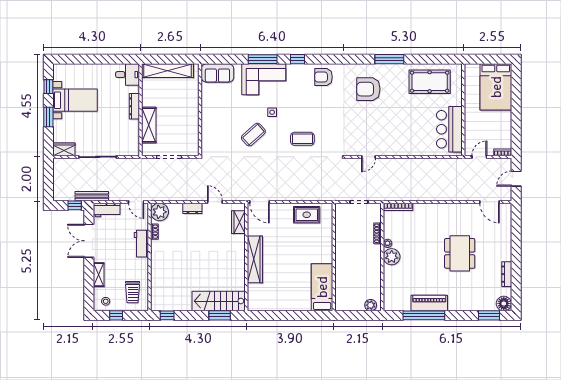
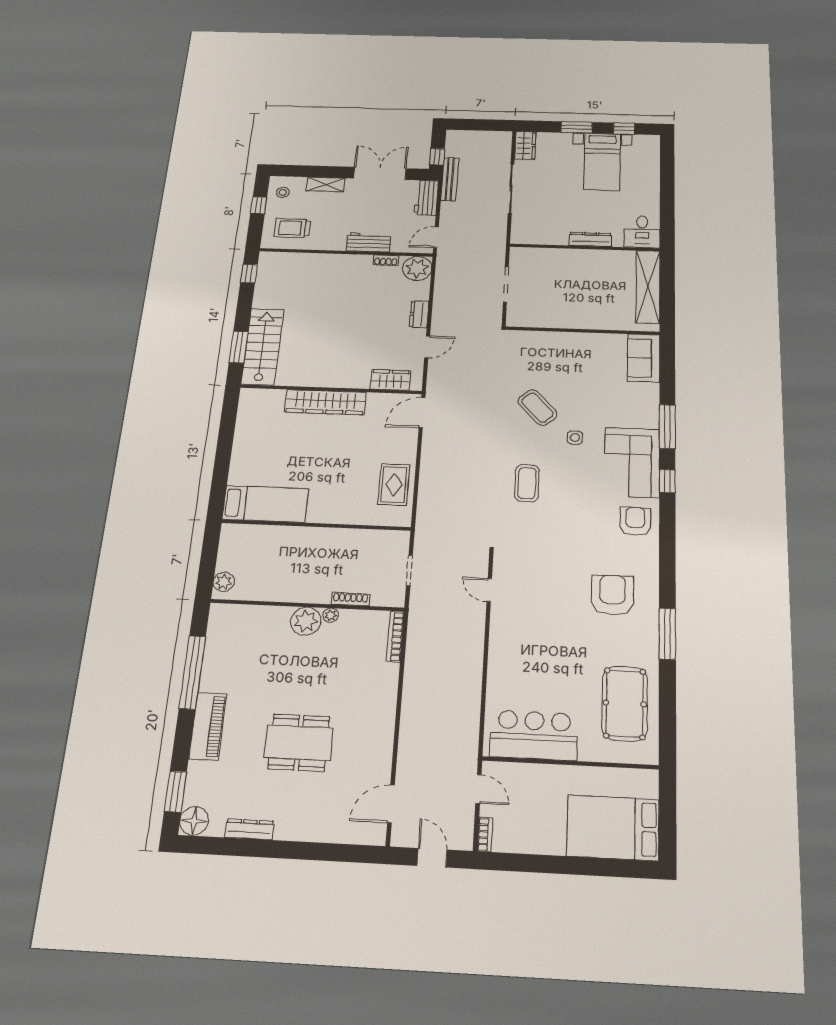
corner sofa: (264, 79) -> (632, 462), moved
shelving: (149, 125) -> (559, 258), removed
piano: (429, 303) -> (208, 726), moved

